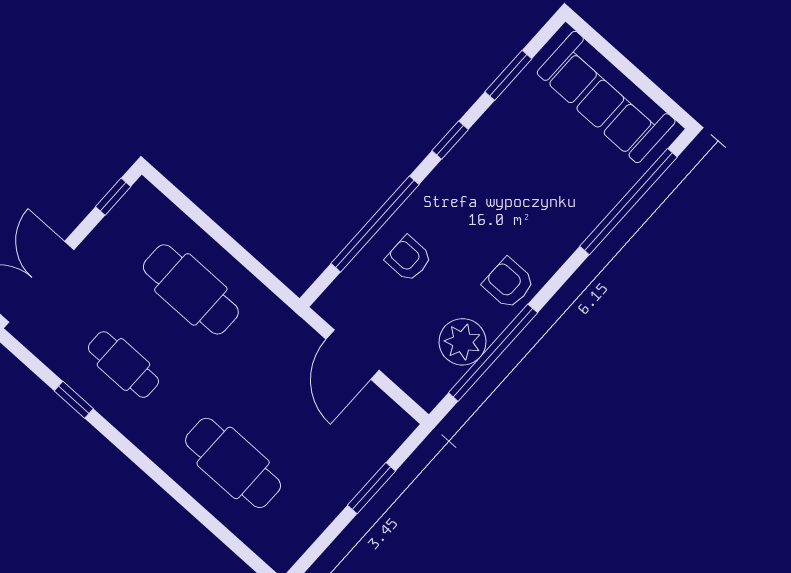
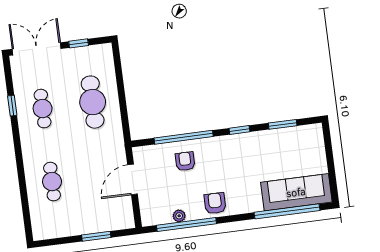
sofa: (606, 97) -> (296, 192), moved, turned 90
window: (113, 197) -> (79, 43), moved
plant: (462, 342) -> (179, 216), width x0.53, depth x0.53
cafe table: (233, 463) -> (52, 182), width x0.73, depth x0.74

